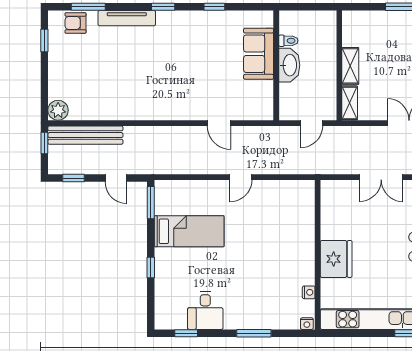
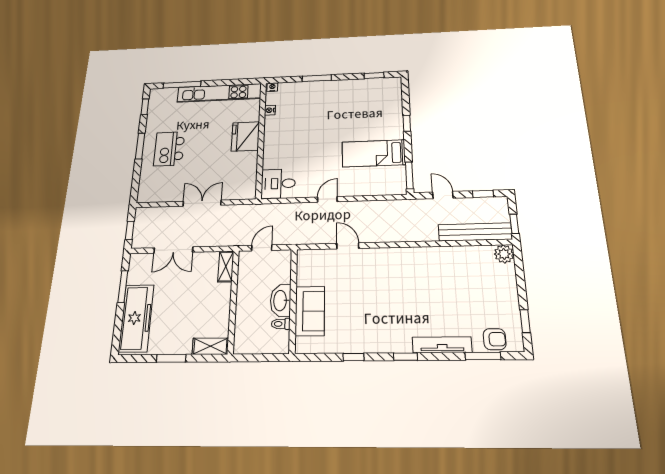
shelving: (350, 66) -> (210, 346), moved, turned 90
desk: (205, 311) -> (278, 184), moved, turned -90

